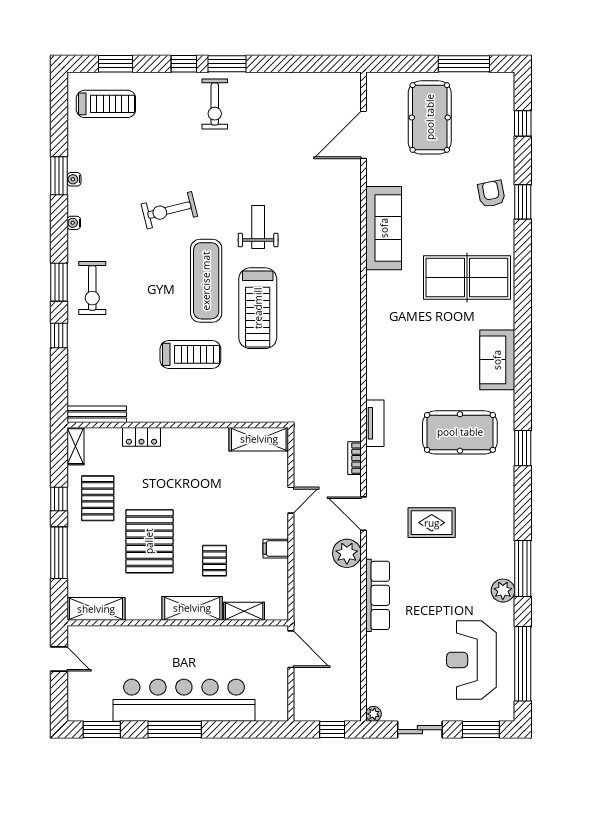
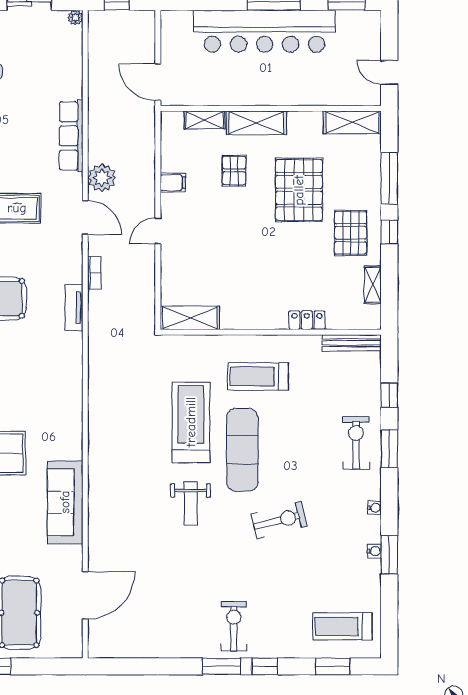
bench: (97, 414) -> (352, 343), moved
wall: (178, 425) -> (271, 332), moved
locker: (141, 437) -> (307, 320), moved
shelving: (259, 439) -> (190, 318), moved

